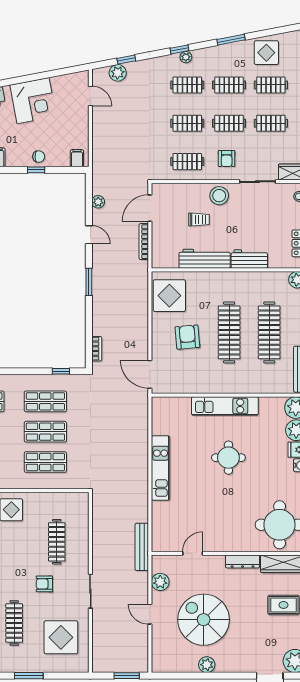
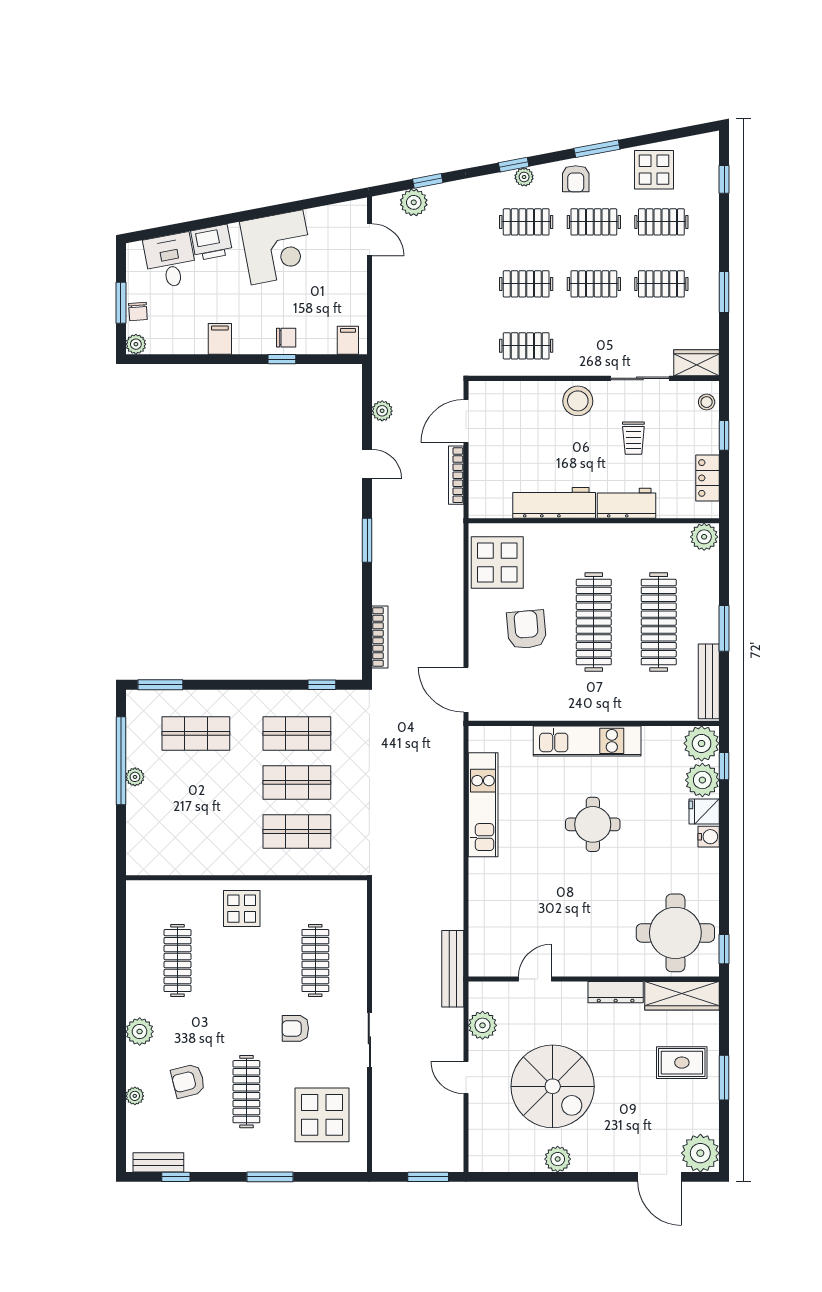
armchair: (227, 159) -> (576, 179), moved
trolley: (199, 220) -> (633, 438), moved, turned 90
bookcase: (97, 349) -> (380, 637), width x1.56
kitchen unit: (161, 468) -> (483, 805), moved
spiral stairs: (204, 620) -> (553, 1086), turned 180

